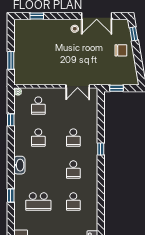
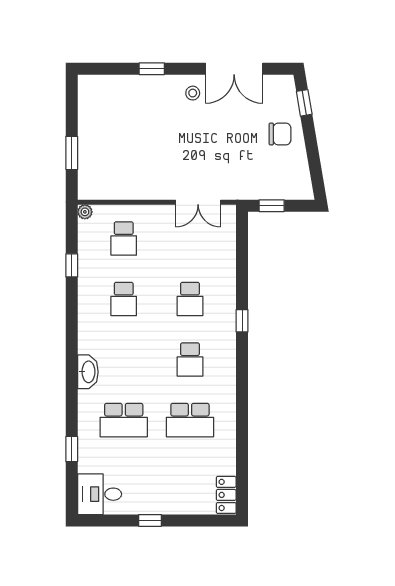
window: (37, 16) -> (152, 69), moved
washbasin: (19, 165) -> (88, 372), moved
window: (11, 196) -> (72, 449), moved
school desk: (73, 202) -> (190, 420), width x1.85

